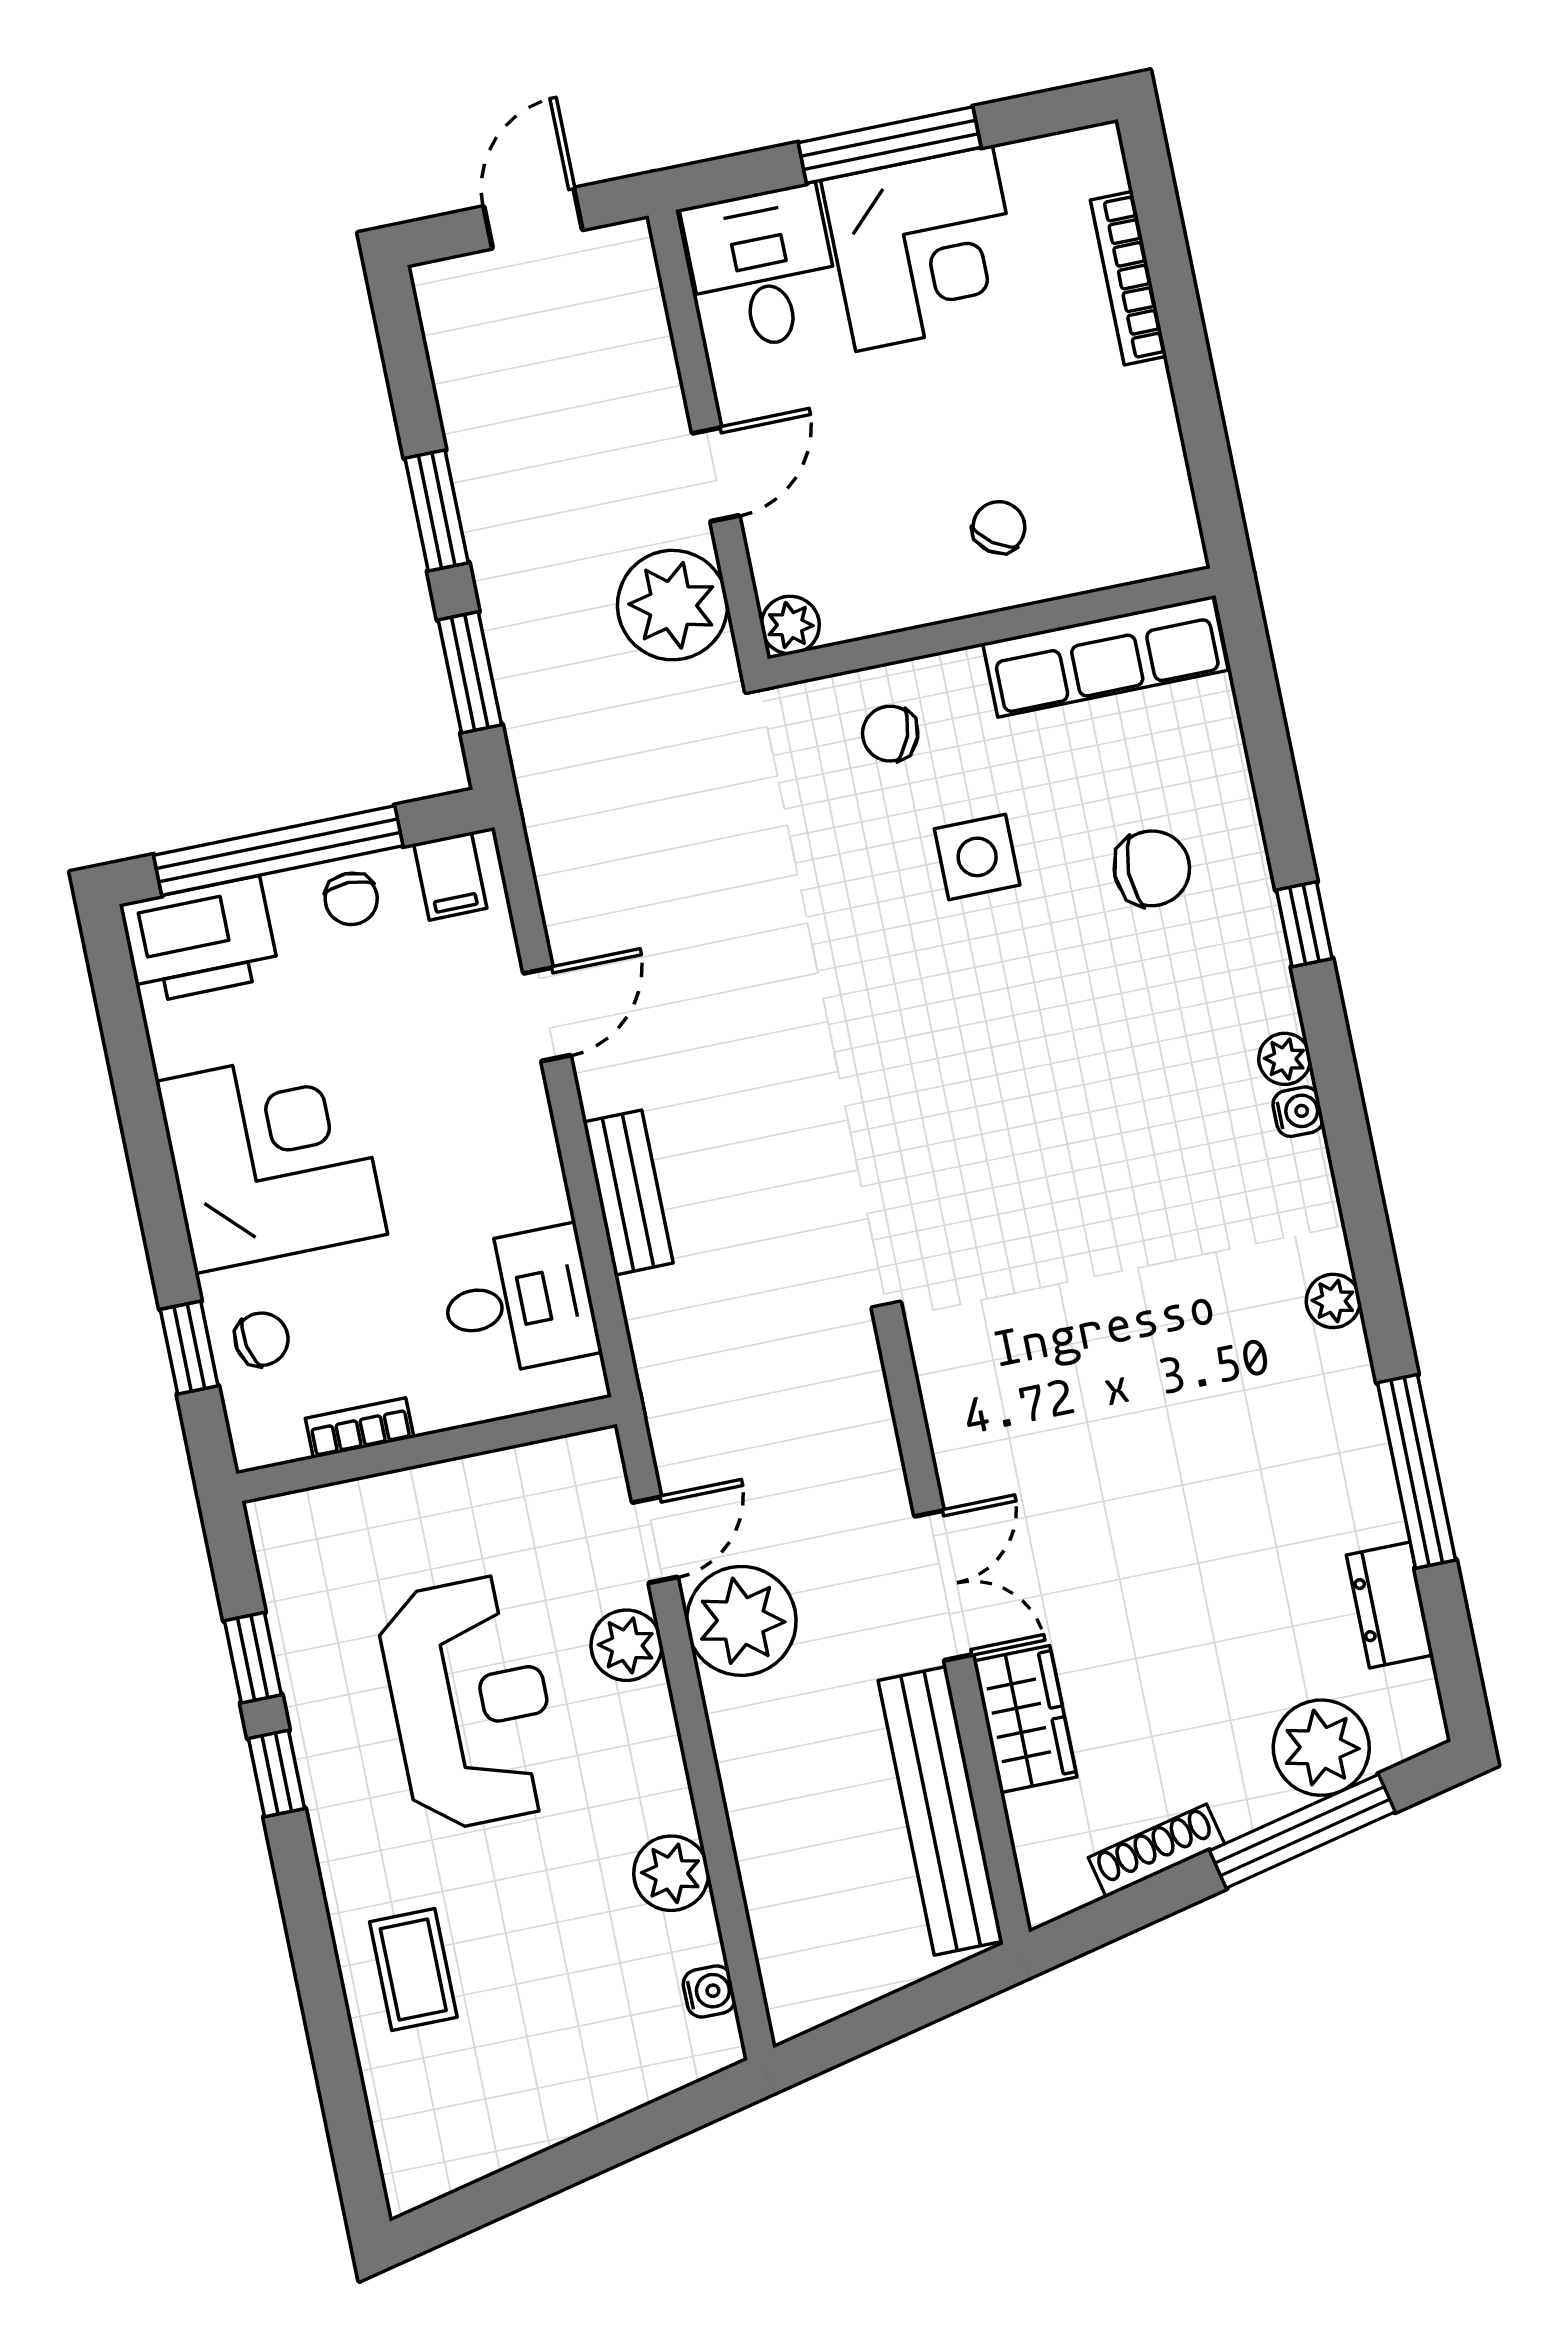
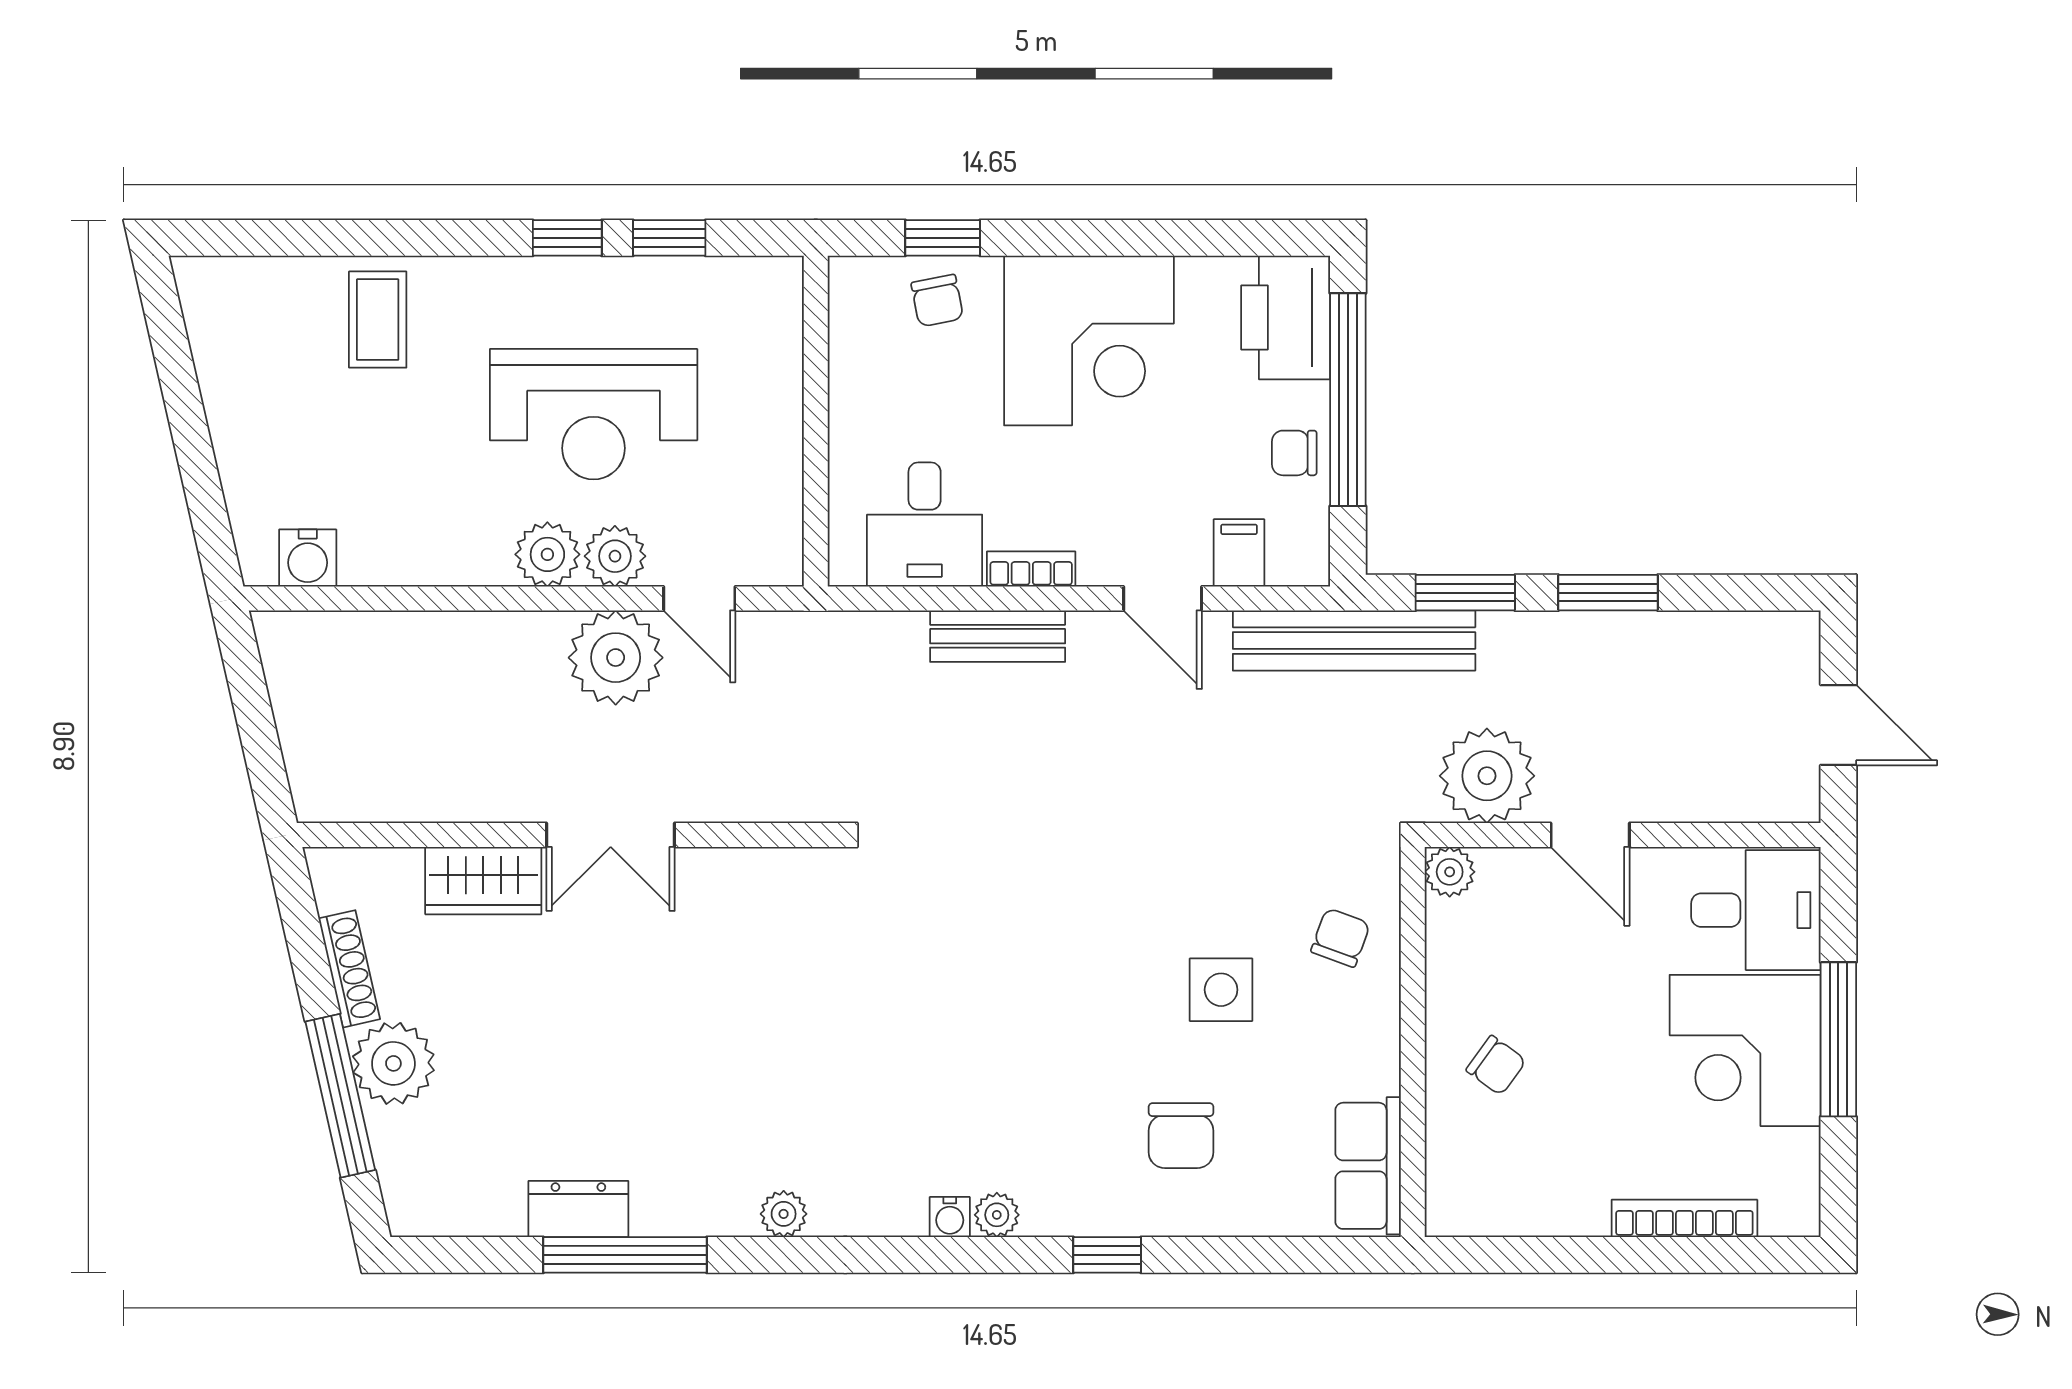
row of seats: (1105, 657) -> (1368, 1166), width x0.68
filing cabinet: (450, 876) -> (1239, 553), moved, turned 90
bookcase: (360, 1428) -> (1031, 569), moved, turned -90
dresser: (1390, 1605) -> (578, 1209), moved
plant: (1321, 1748) -> (393, 1063), moved
bench: (940, 1811) -> (1354, 641), moved
plant: (671, 1873) -> (547, 554), moved
coffee table: (413, 1970) -> (378, 320), turned 90
water cooler: (709, 1991) -> (308, 558), width x1.38, depth x1.38

